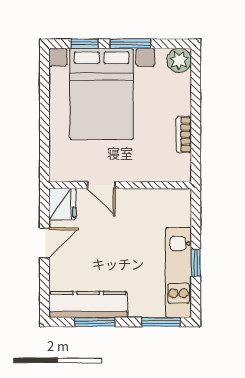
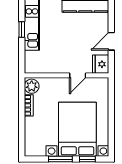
plant: (179, 60) -> (32, 86), moved
door: (101, 185) -> (78, 75), swing flipped

